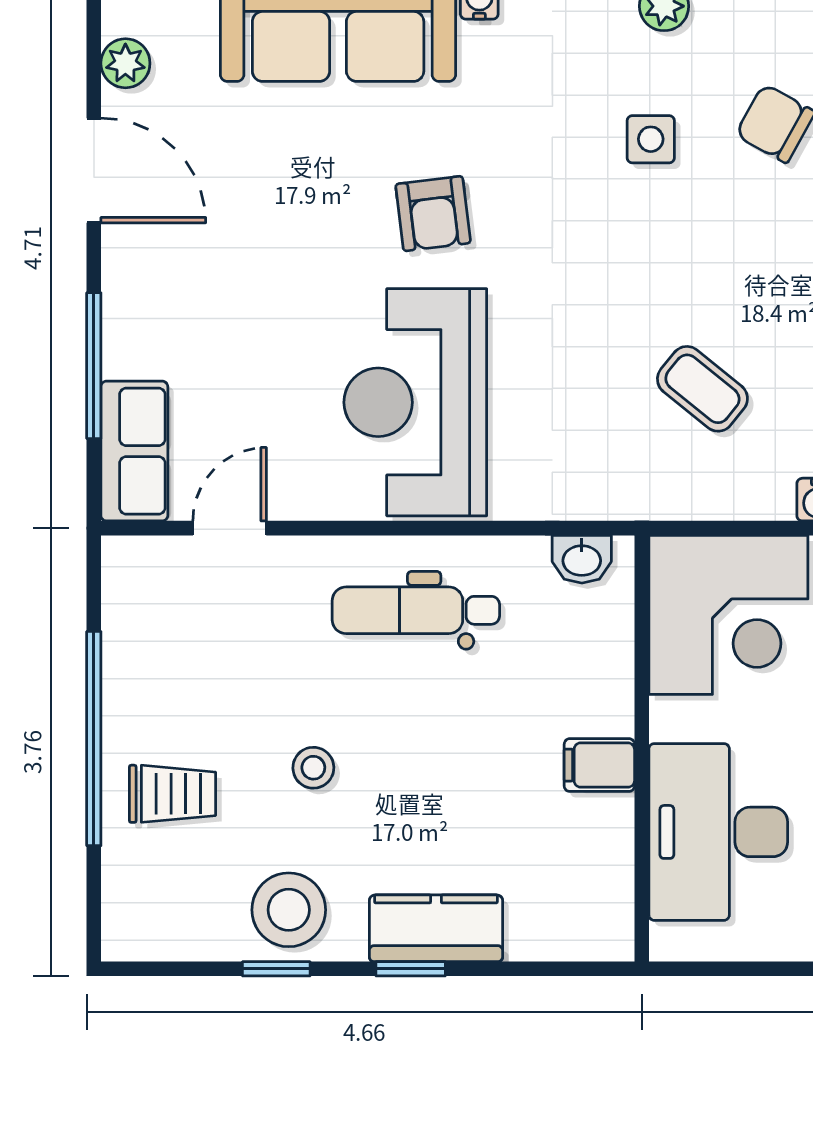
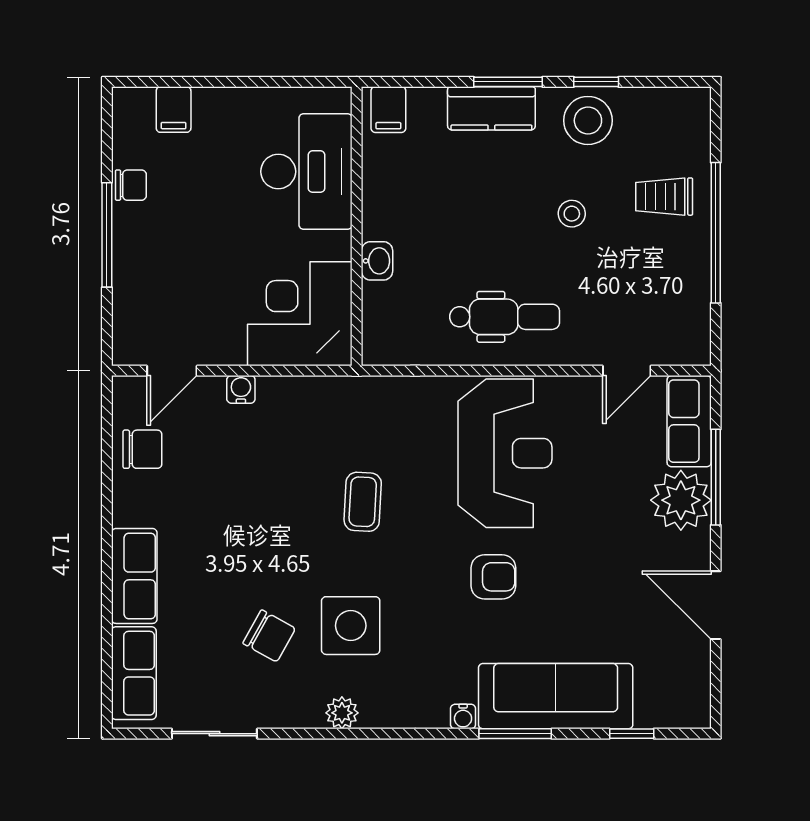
plant: (125, 63) -> (681, 500), moved, width x1.88, depth x1.88
side table: (651, 139) -> (351, 626), width x1.87, depth x1.87
armchair: (433, 214) -> (493, 577), turned 97
coffee table: (702, 389) -> (363, 502), moved, turned 54
washbasin: (582, 559) -> (377, 261), moved, turned 90
filing cabinet: (599, 765) -> (388, 110), moved, turned 90
window: (411, 969) -> (508, 82), width x1.50

